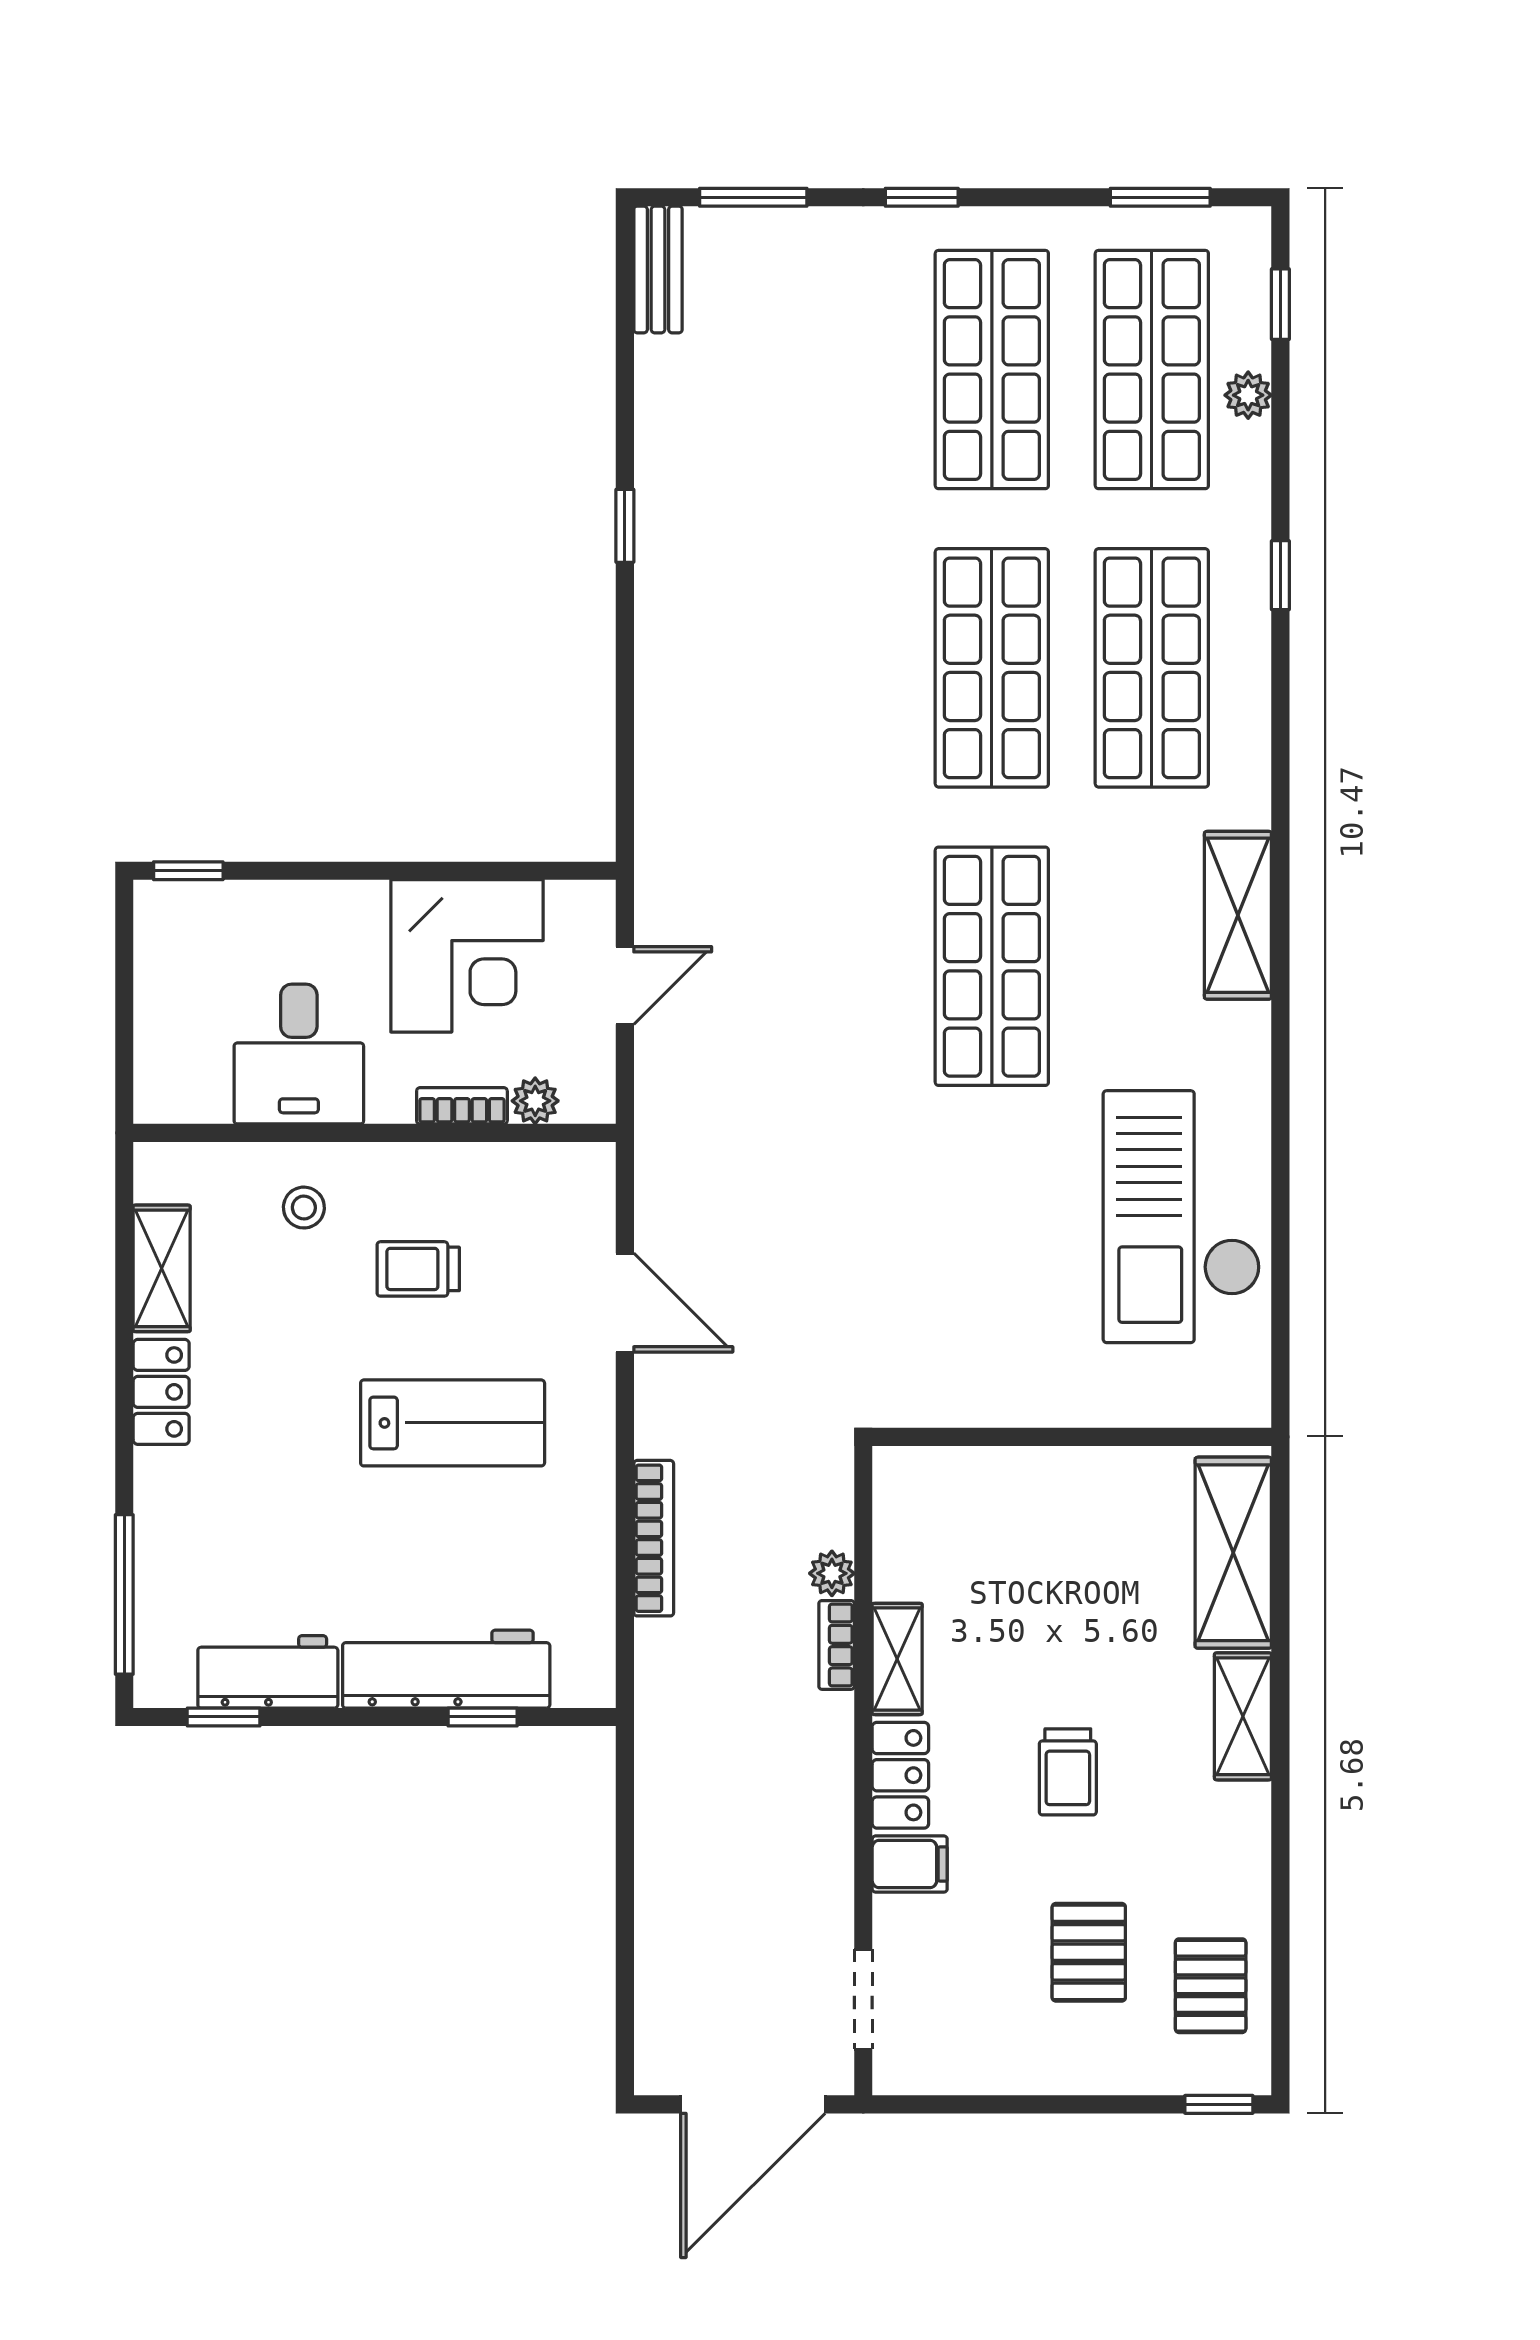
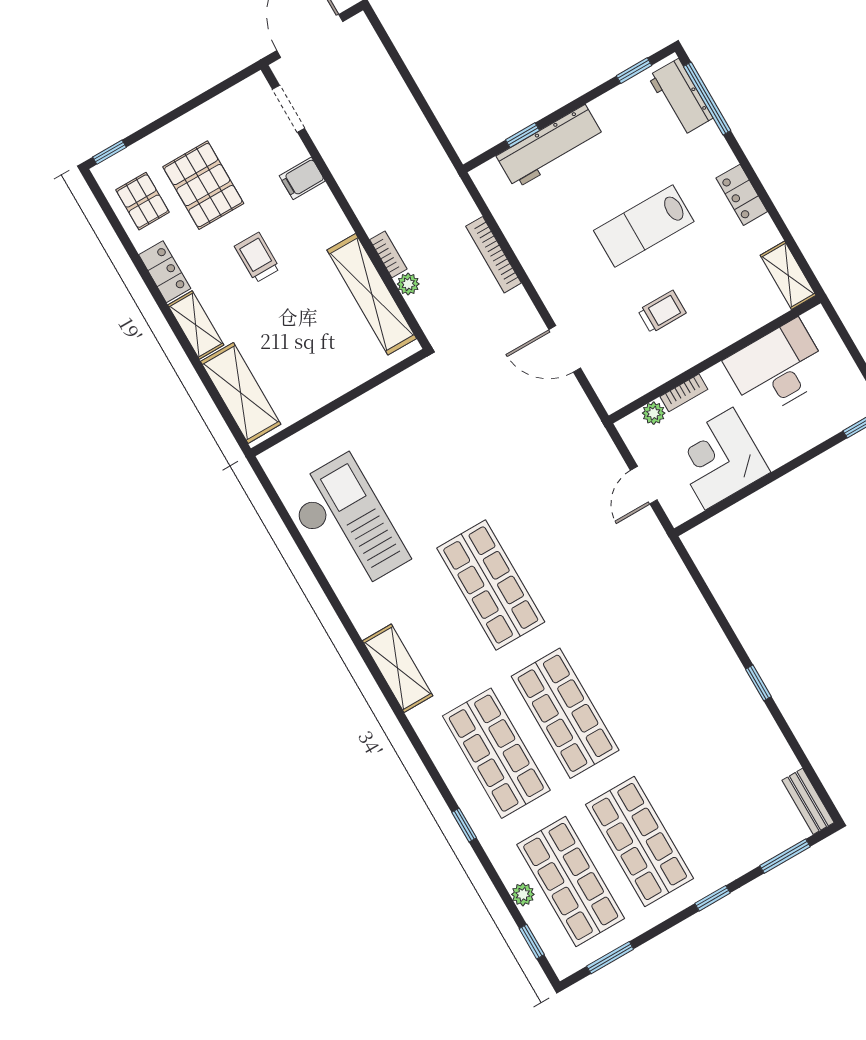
desk: (299, 1054) -> (777, 368), width x1.37
stool: (304, 1208) -> (726, 310), removed
shelving: (162, 1268) -> (788, 275), moved
lab bench: (453, 1423) -> (644, 226), moved
shelving: (897, 1659) -> (372, 294), width x2.20, depth x1.33
workbench: (268, 1672) -> (680, 97), moved, turned 90
locker: (900, 1775) -> (165, 272), moved, turned 180
pallet: (1089, 1952) -> (203, 185), width x1.50, depth x1.42

